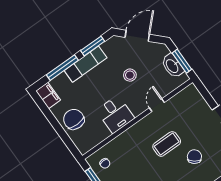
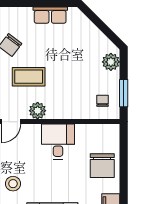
stool: (130, 75) -> (13, 184), moved
plant: (144, 125) -> (38, 111), added

